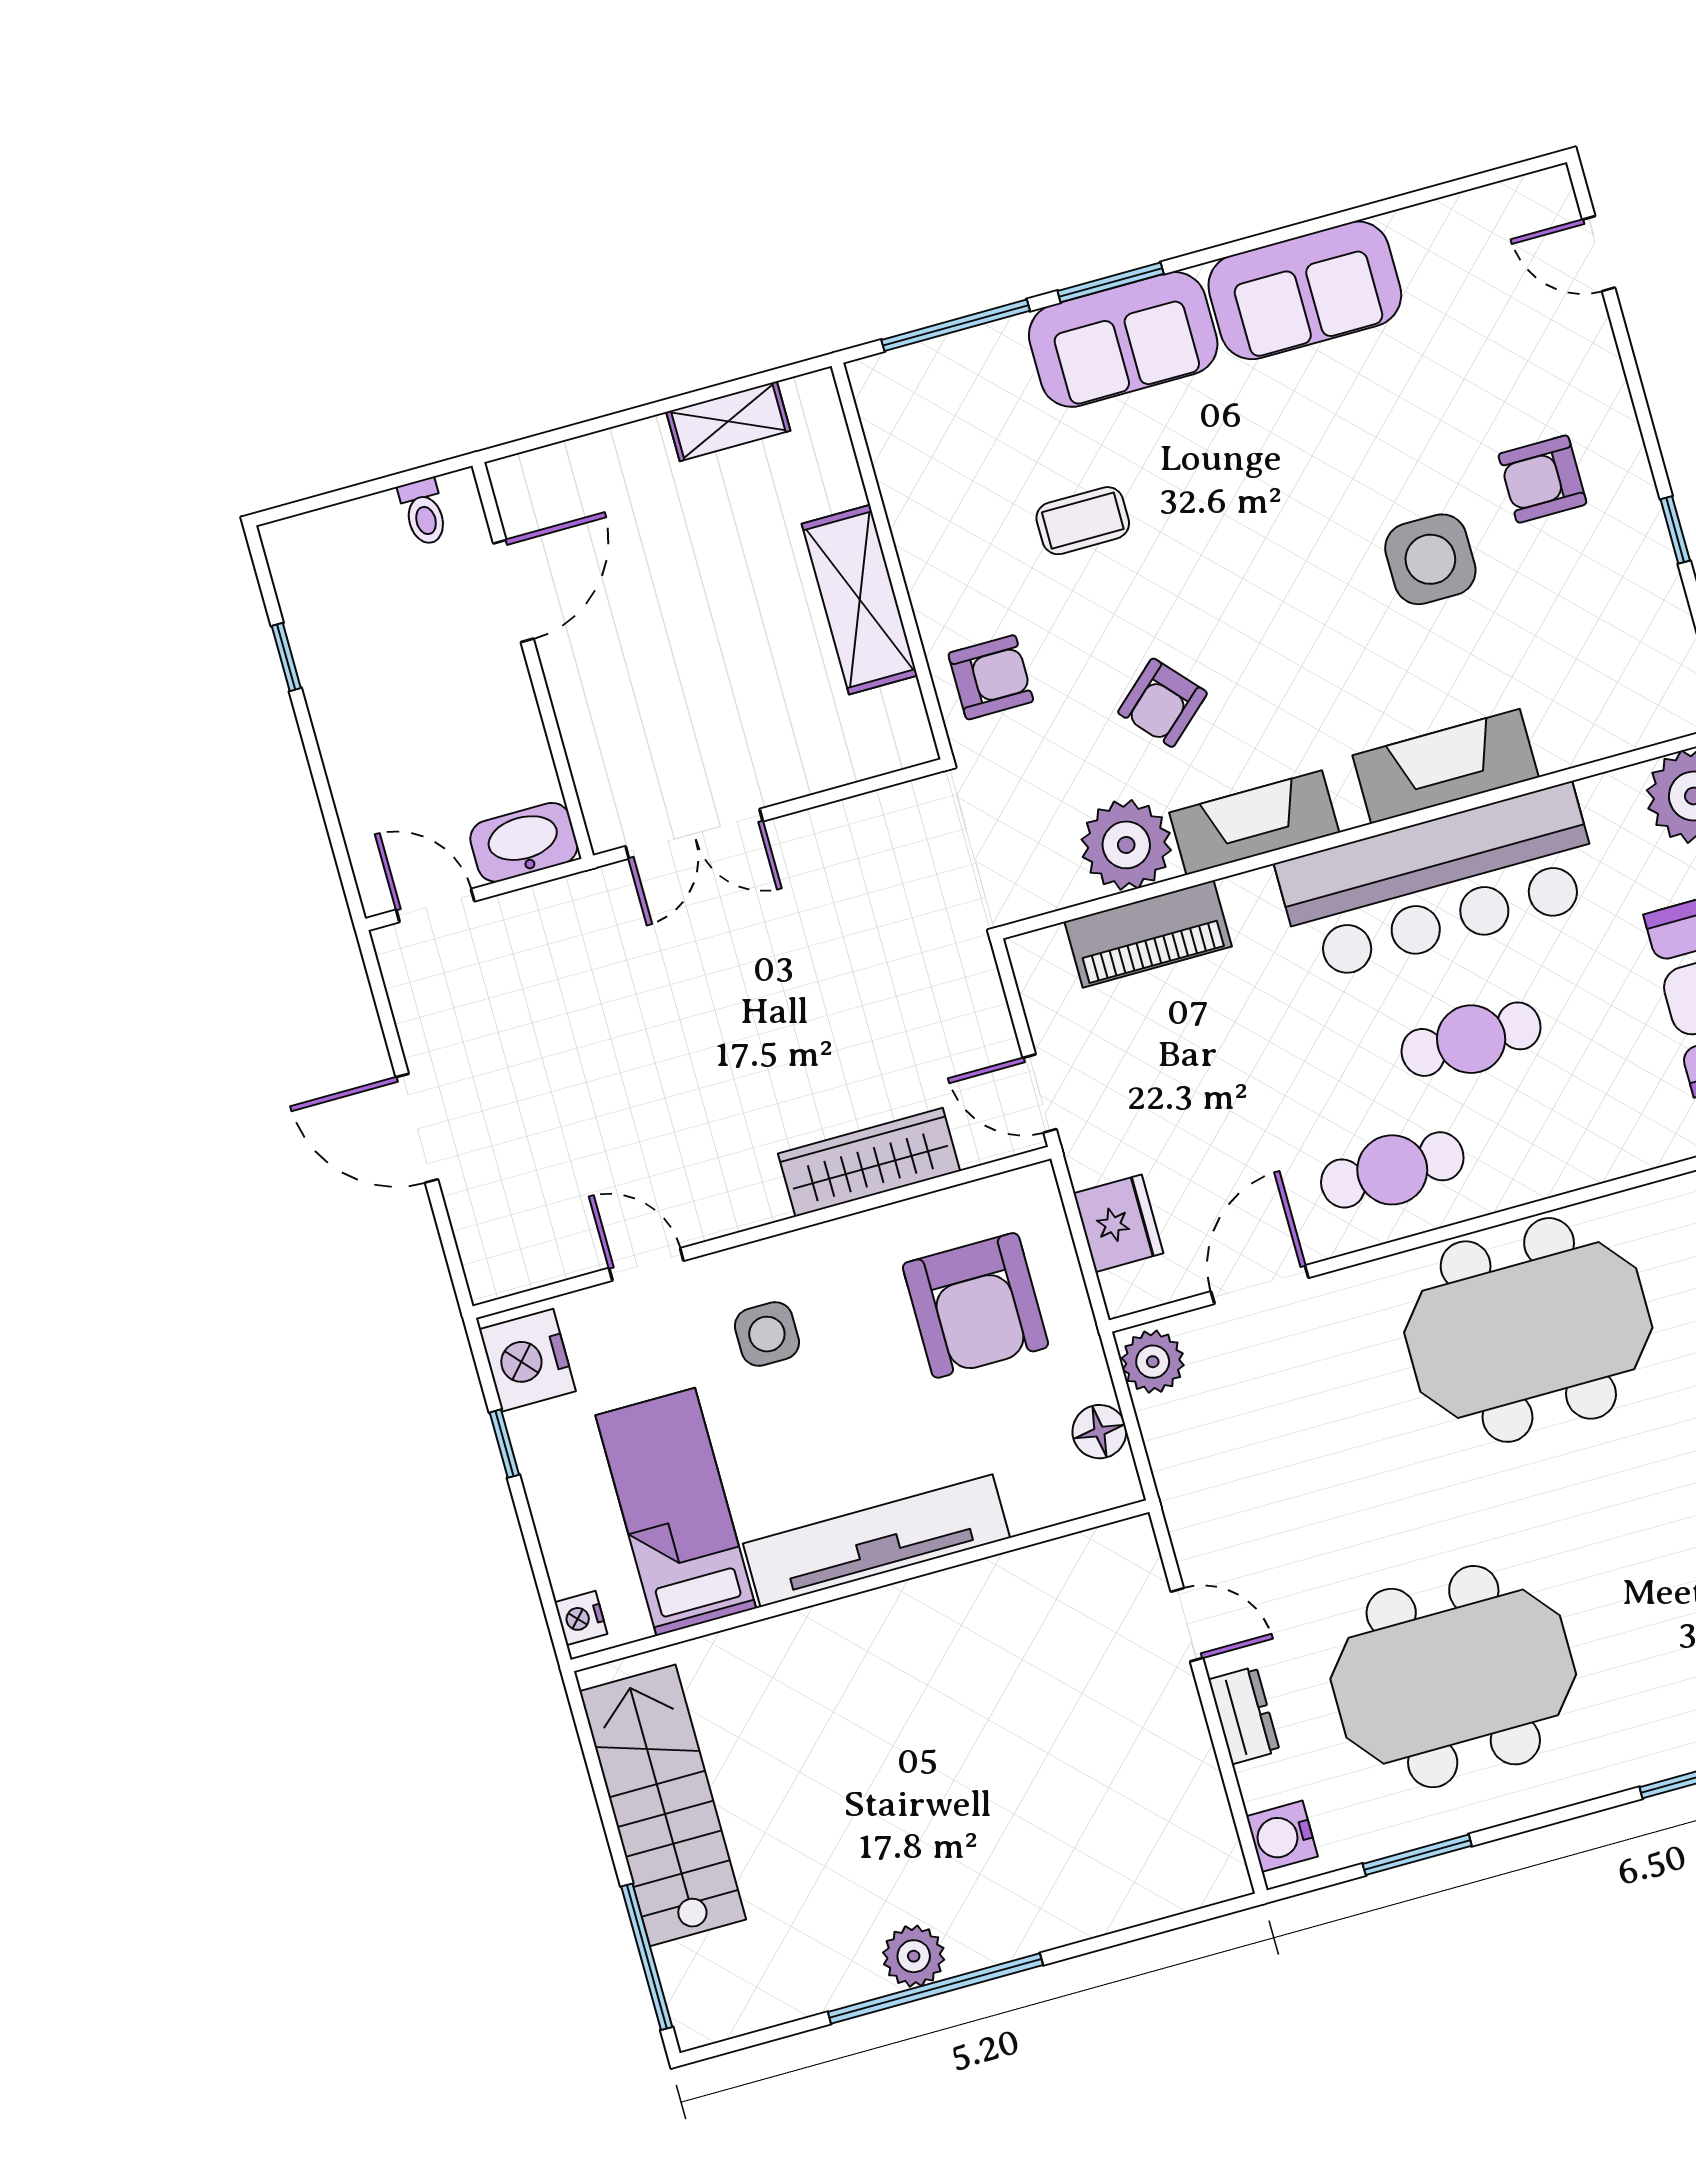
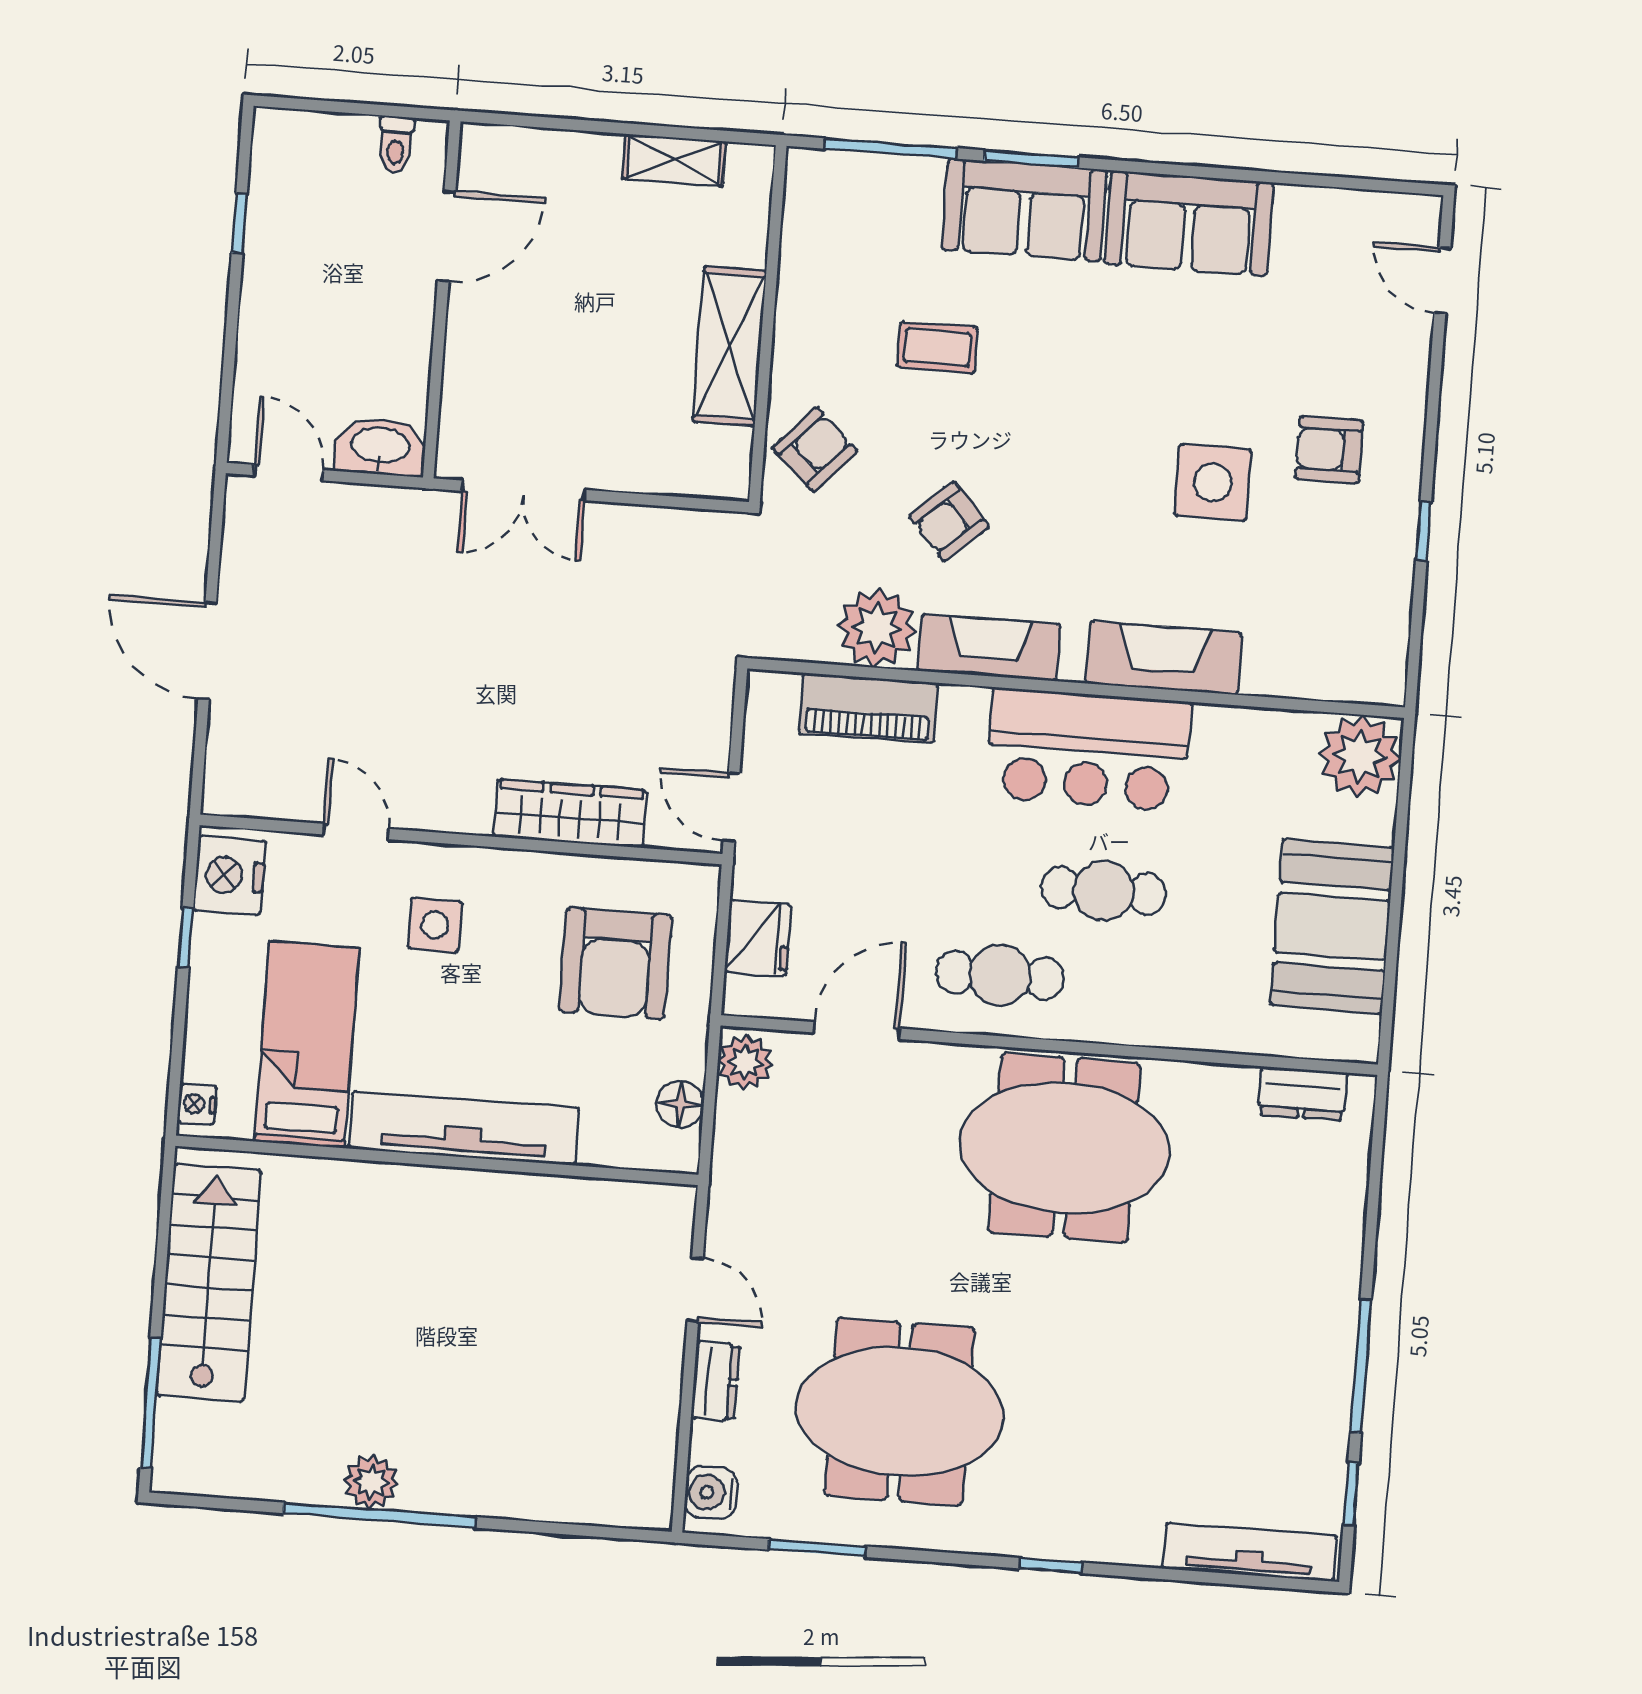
armchair: (991, 677) -> (815, 449), turned -47
bar counter: (1440, 883) -> (1088, 750), width x0.73

